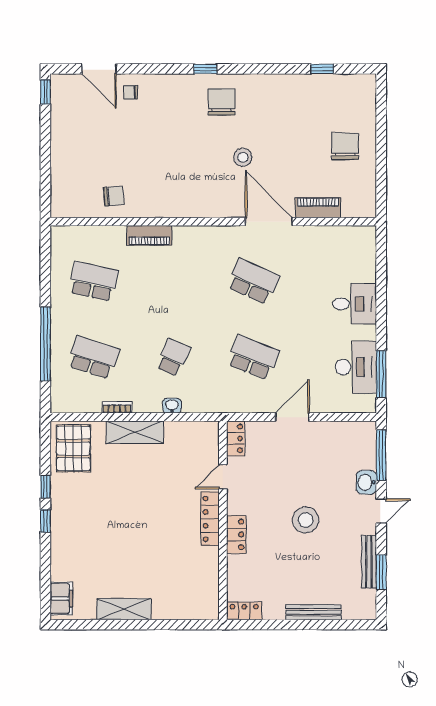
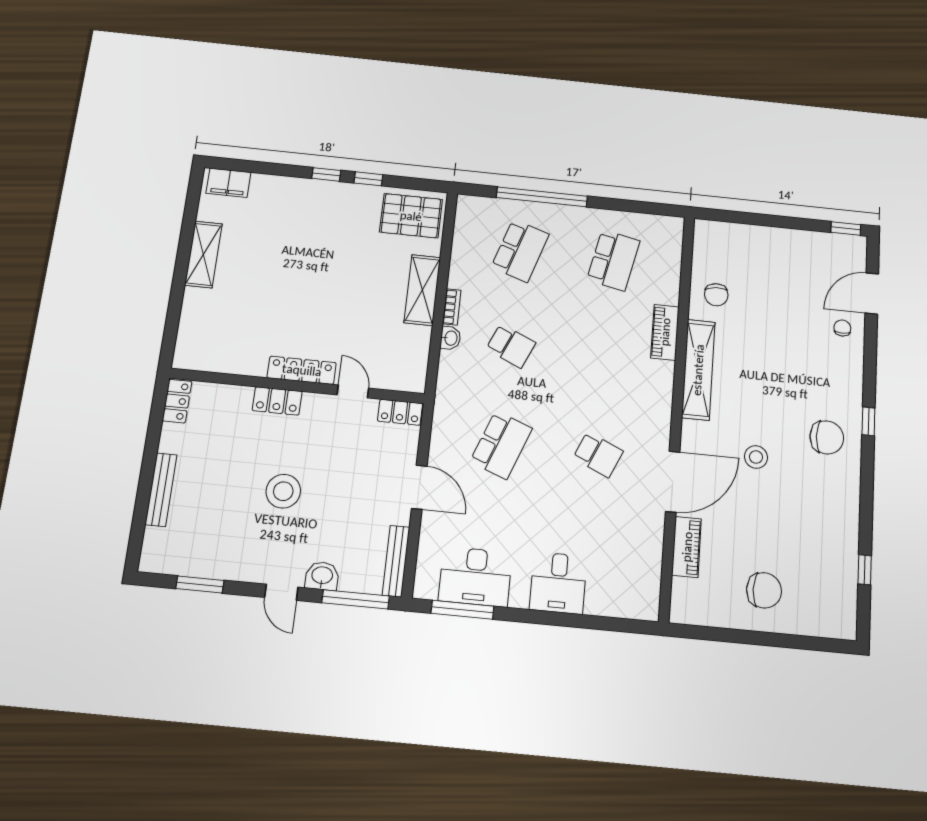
shelving: (177, 207) -> (698, 370), added
school desk: (253, 281) -> (598, 455), width x0.54
bookcase: (117, 407) -> (452, 307), moved
bench: (369, 562) -> (396, 561), moved, turned 90

